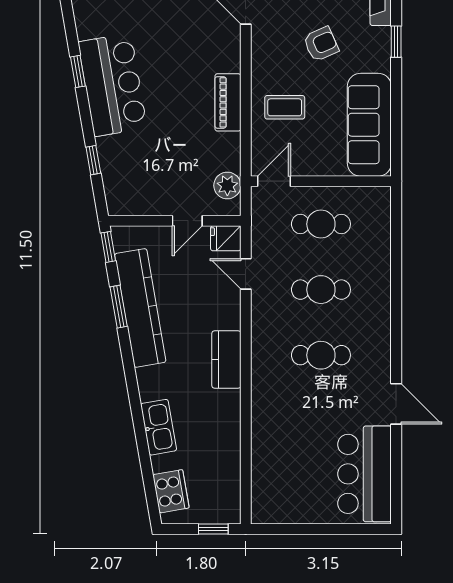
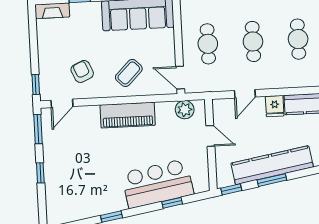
armchair: (321, 44) -> (82, 71), moved
bar counter: (113, 85) -> (158, 184), moved
piano: (228, 102) -> (128, 115), width x1.37, depth x1.33
coffee table: (285, 107) -> (129, 73), turned 45
fridge: (226, 238) -> (275, 106), moved

